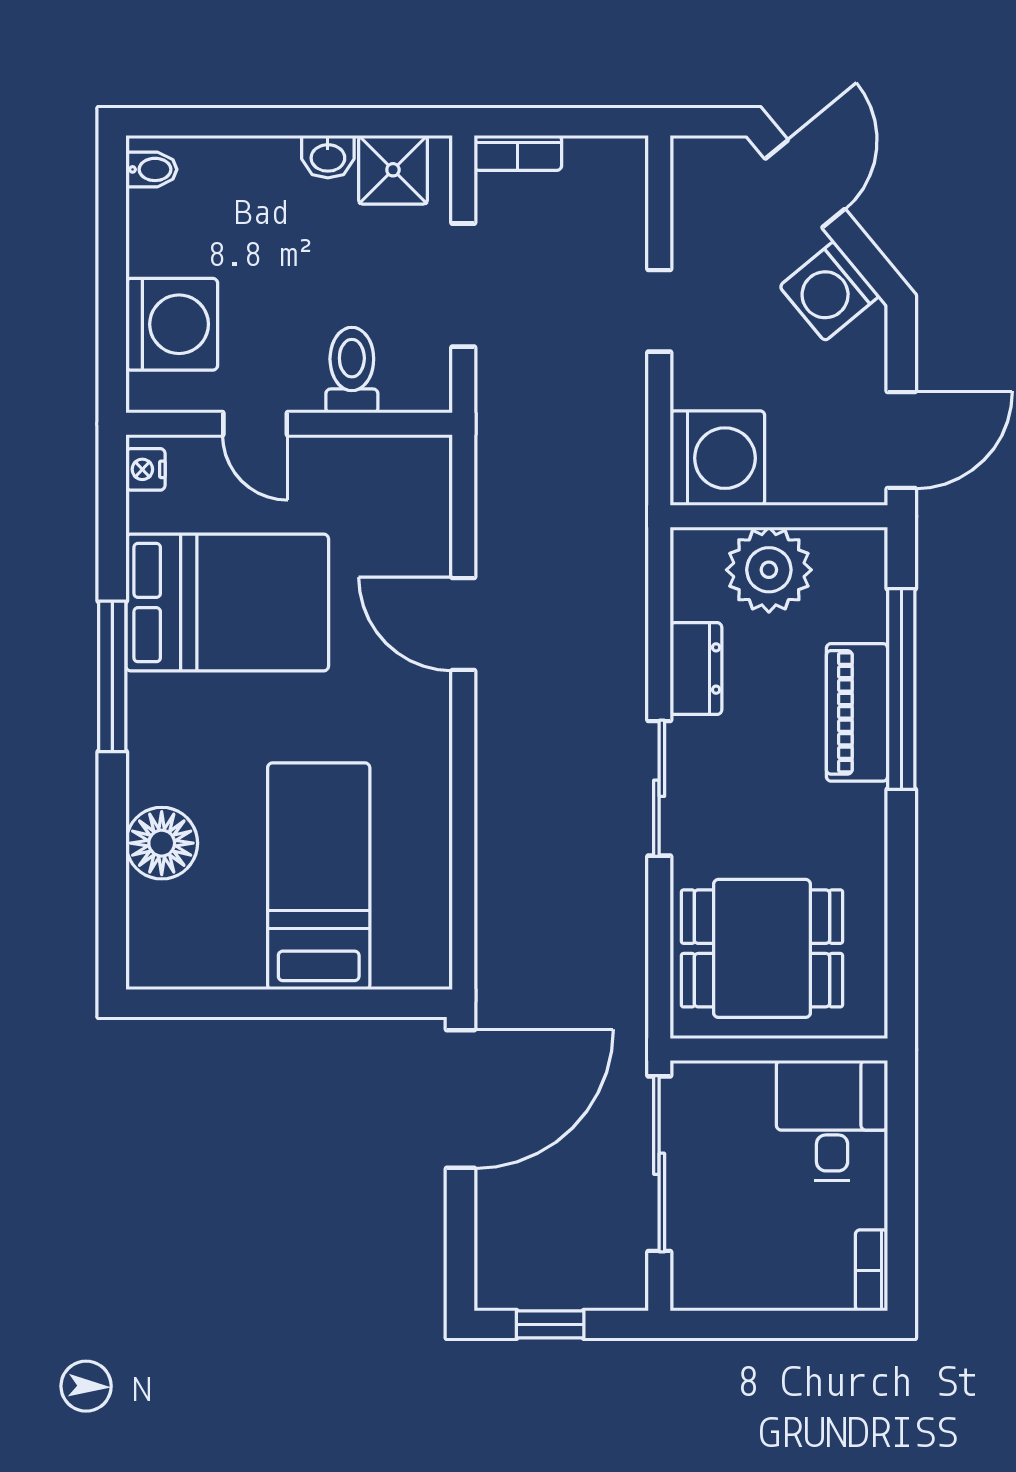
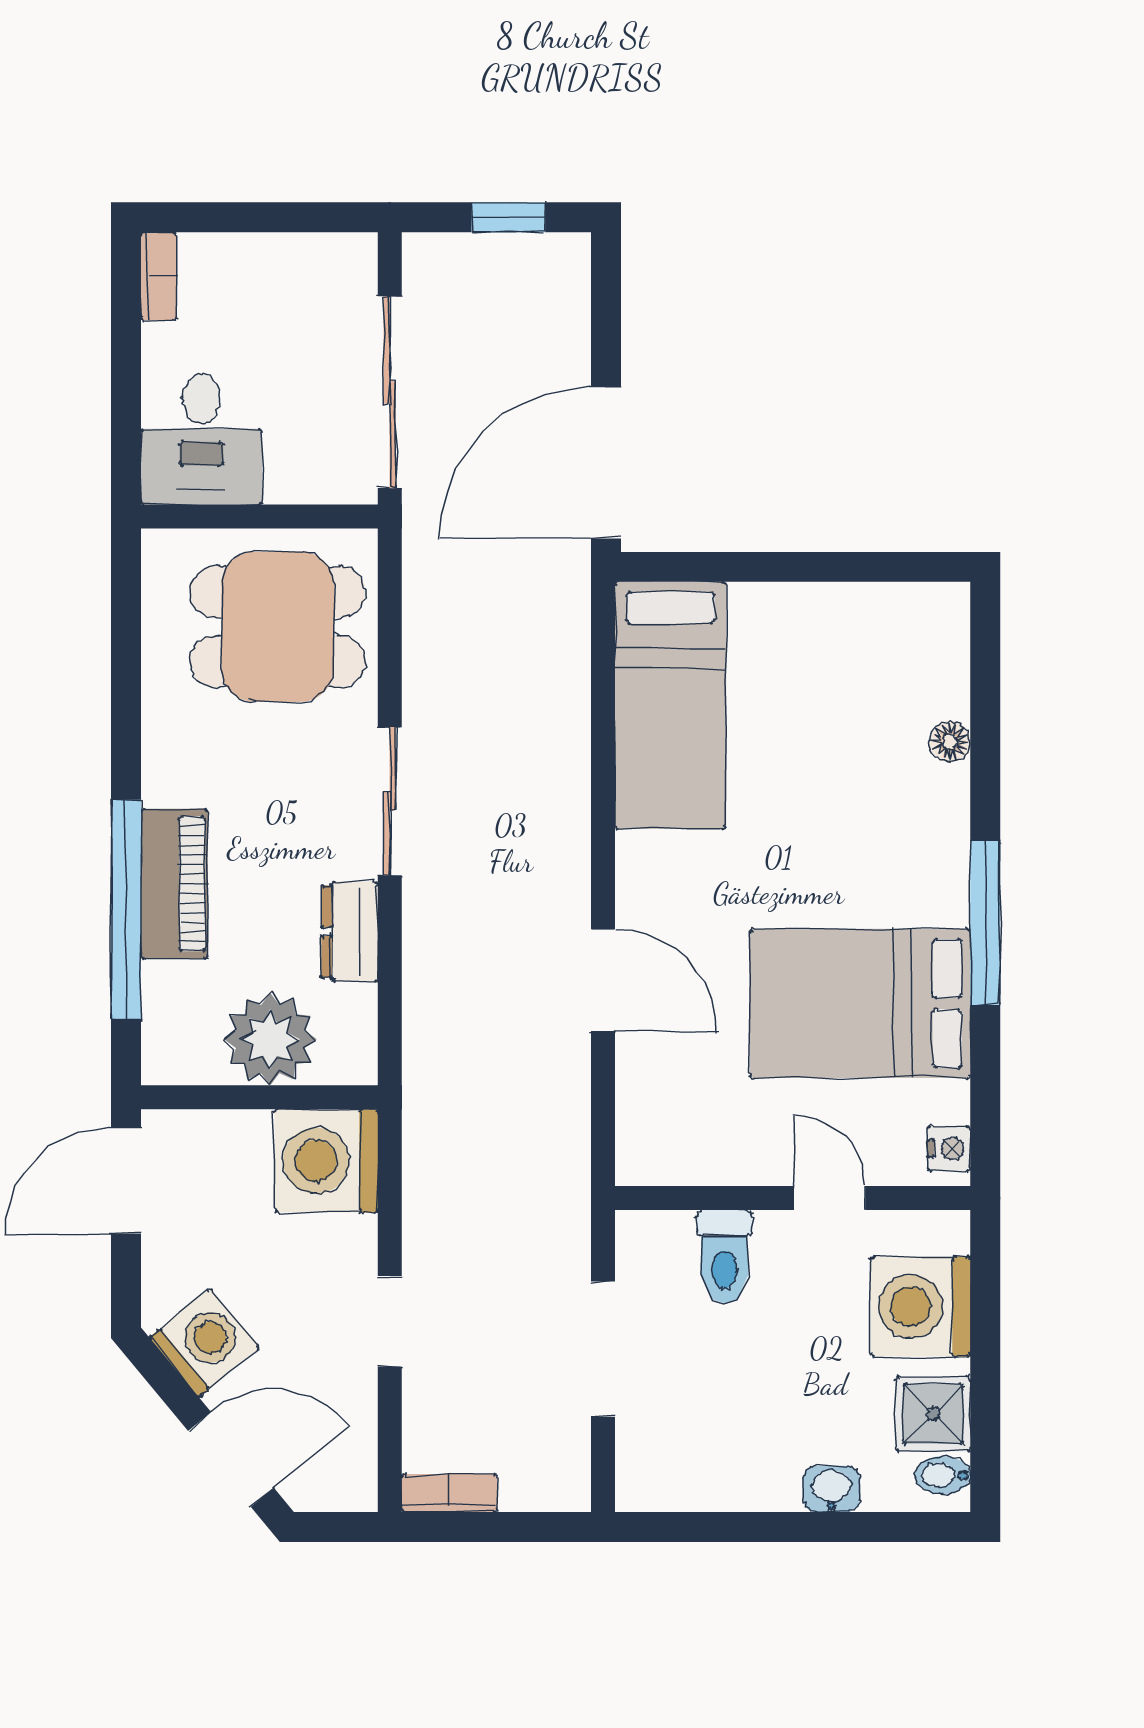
bookcase: (518, 153) -> (449, 1493), moved
washbasin: (328, 157) -> (832, 1489), moved
shower: (393, 170) -> (933, 1414), moved
door: (805, 184) -> (231, 1459), swing flipped
floor lamp: (162, 843) -> (950, 741), width x0.53, depth x0.53
bed: (319, 876) -> (670, 705), moved

